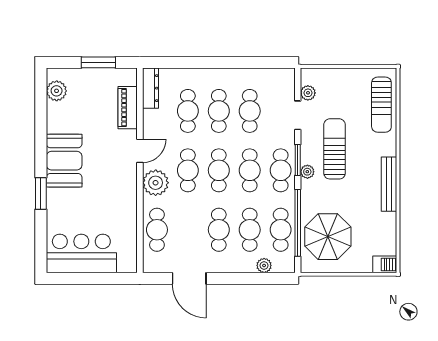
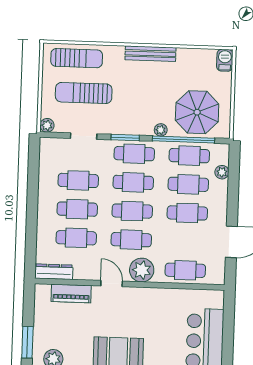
window: (98, 62) -> (27, 342), moved
plant: (308, 93) -> (47, 125), moved
sun lounger: (335, 149) -> (84, 93), moved
plant: (307, 172) -> (161, 130), moved

